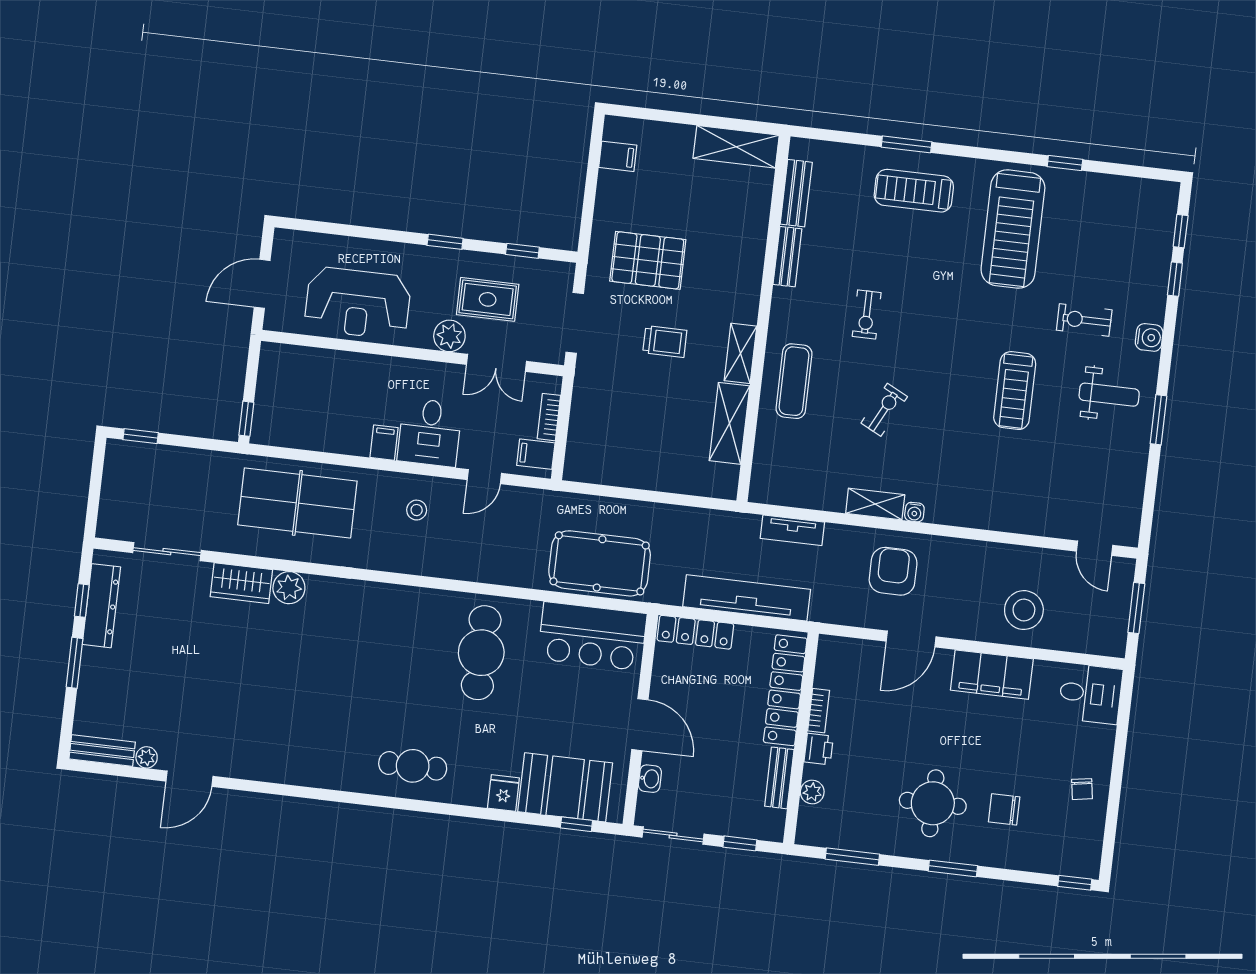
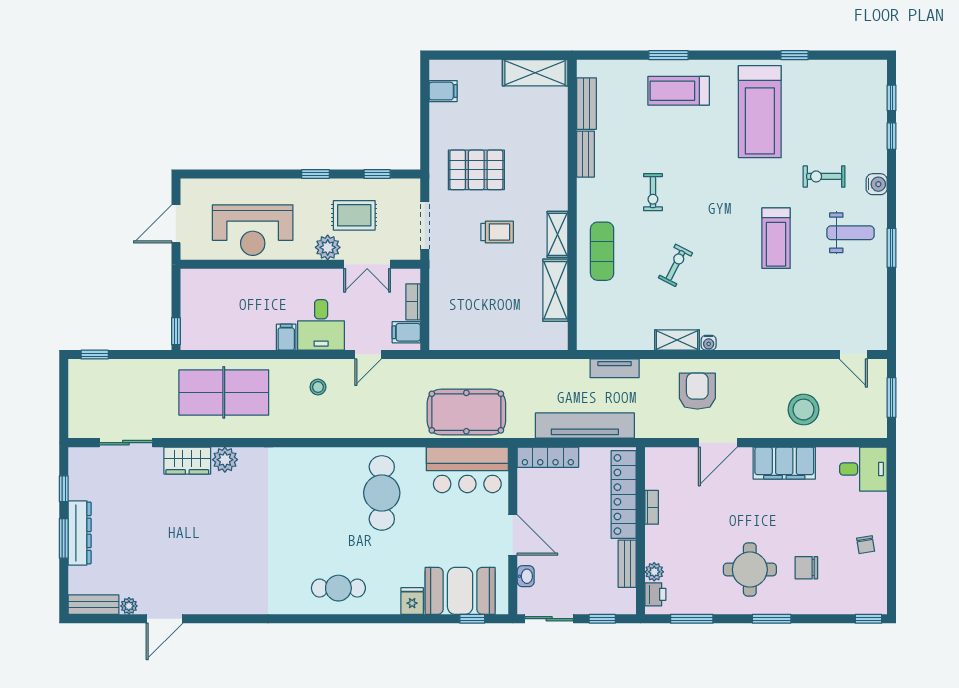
dresser: (101, 606) -> (80, 533), moved
printer: (819, 749) -> (655, 594), moved

